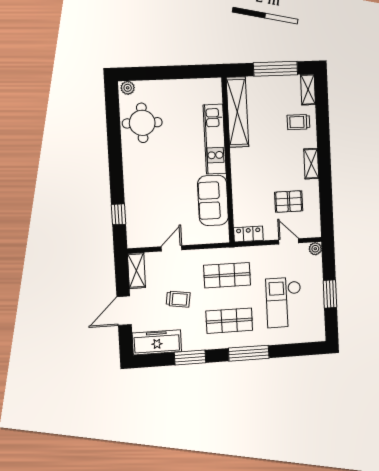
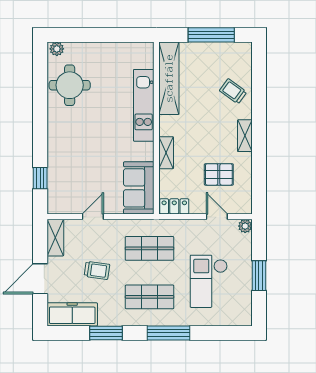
shelving: (308, 90) -> (166, 153), moved
trolley: (298, 122) -> (233, 91), turned 36
sofa: (213, 200) -> (139, 188), moved

